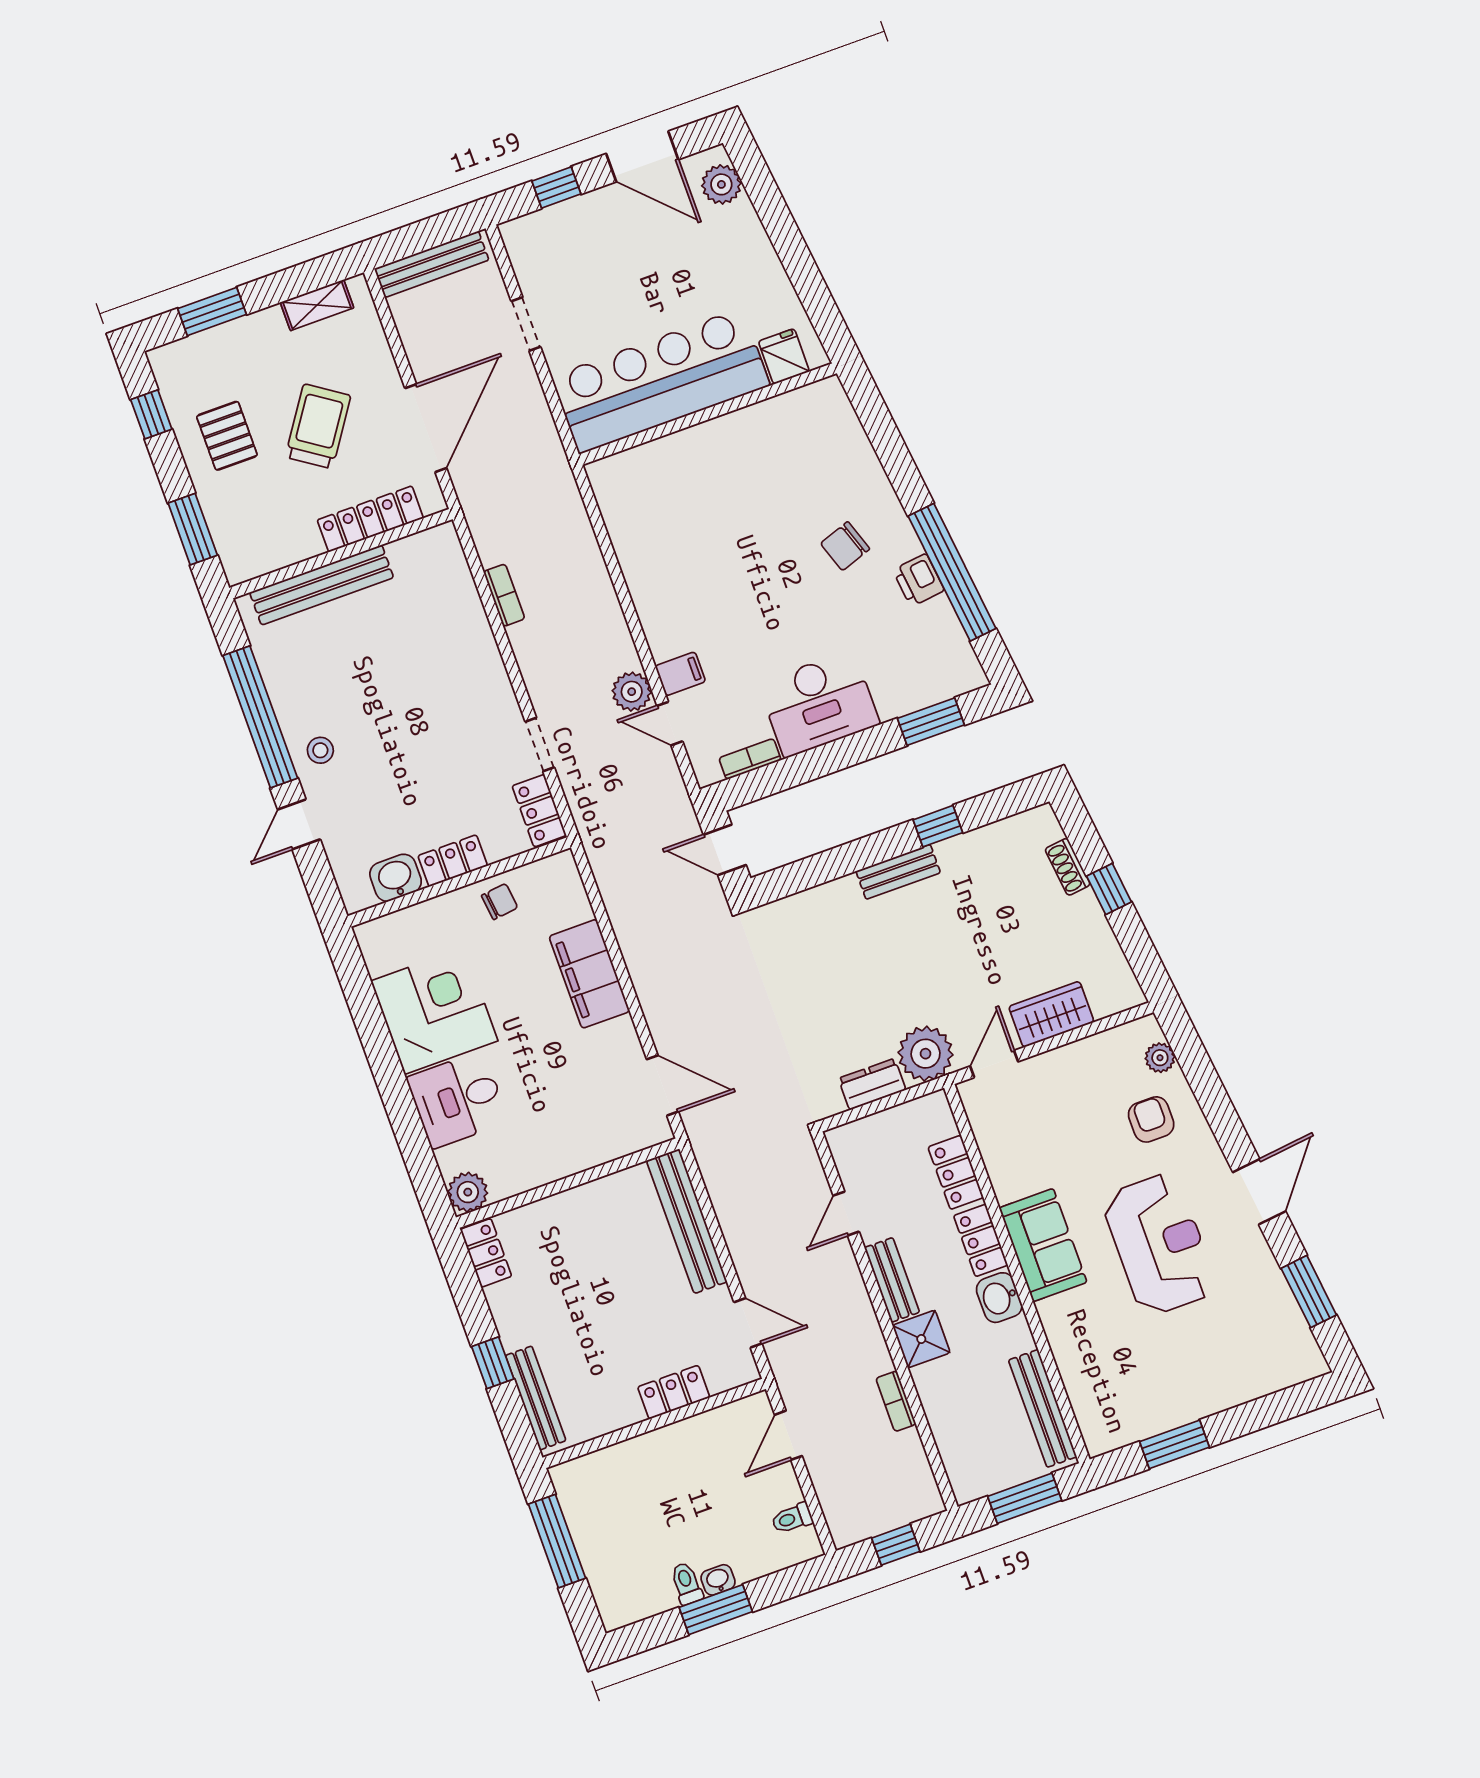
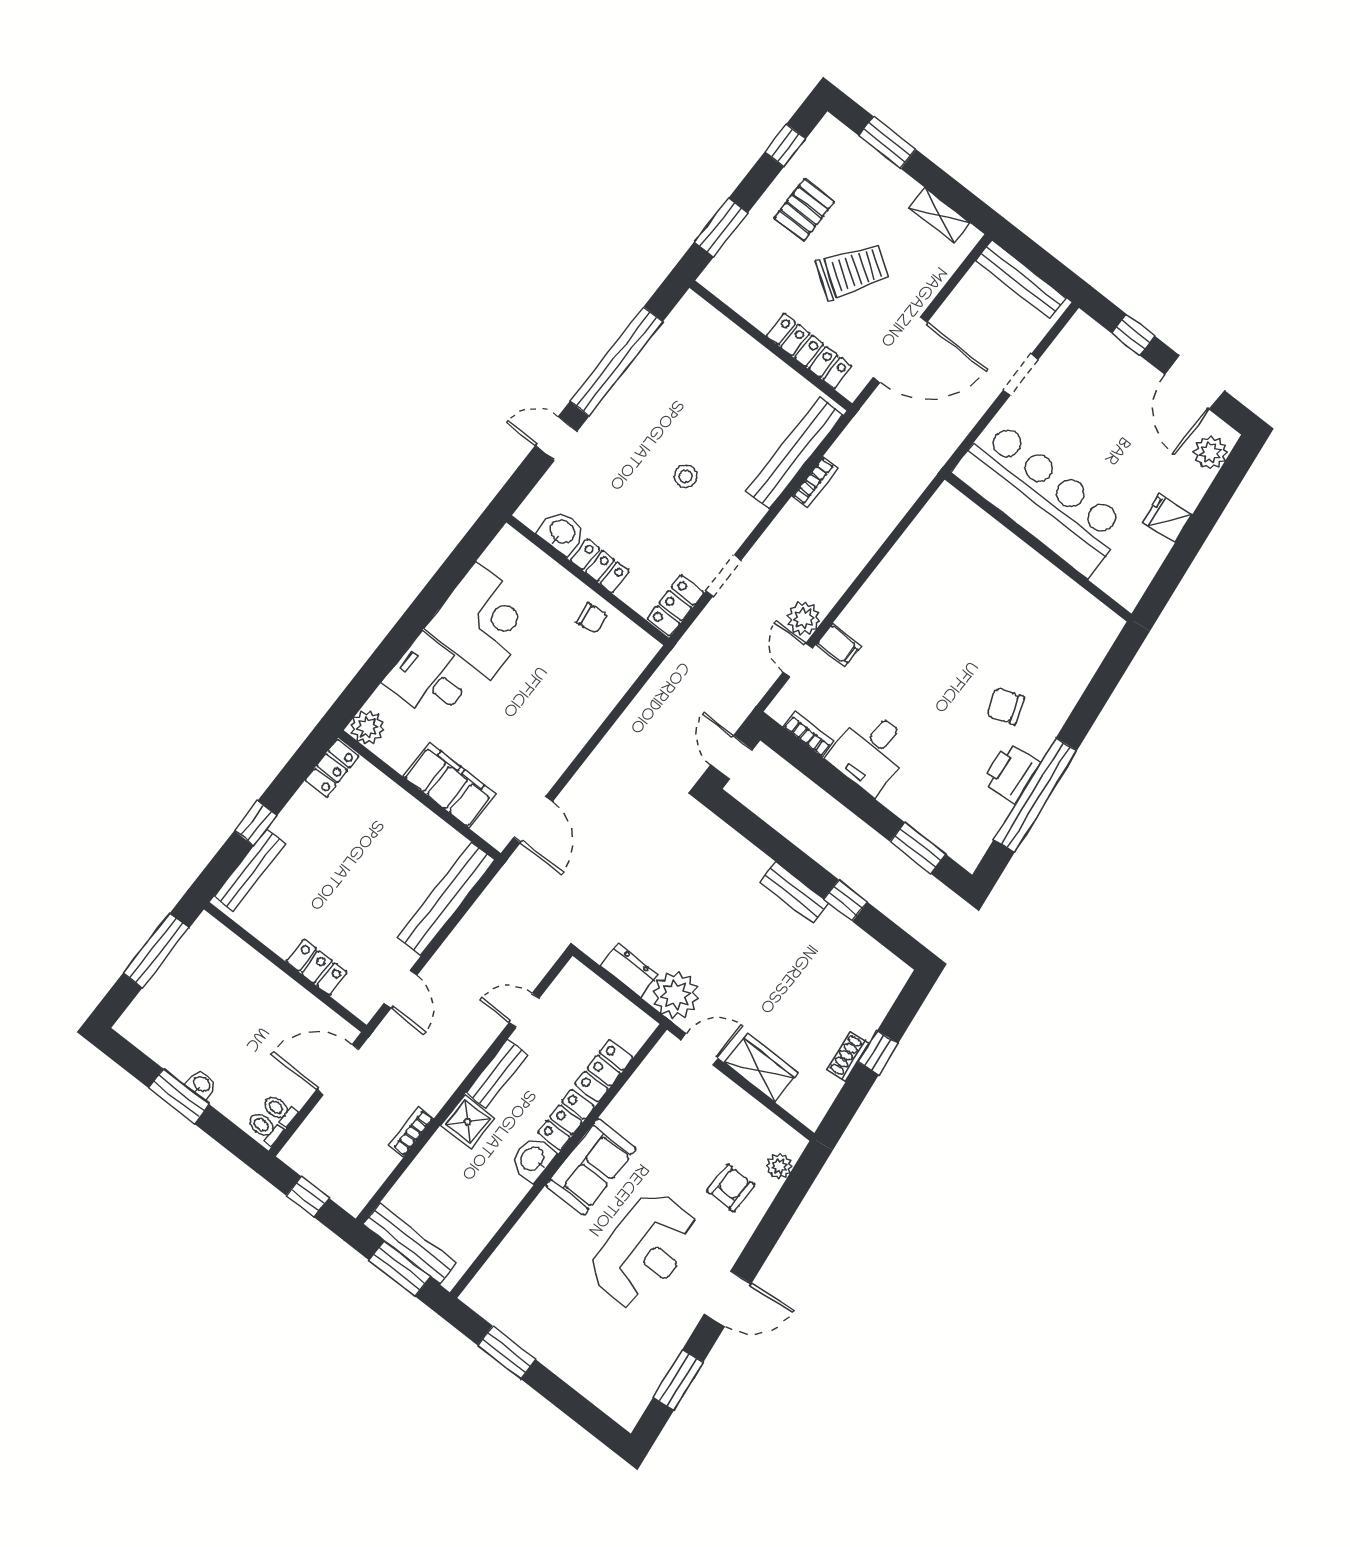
fridge: (784, 356) -> (1167, 518), moved, turned -97
printer: (919, 580) -> (1011, 773), width x1.36, depth x1.24
bench: (322, 585) -> (795, 453), moved, turned 90
desk: (819, 704) -> (870, 752), width x0.73
stool: (320, 750) -> (686, 476), moved
shoe rack: (1068, 867) -> (848, 1057), moved
filing cabinet: (589, 974) -> (449, 785), moved, turned 90
bench: (1043, 1408) -> (410, 1244), moved, turned 90
door: (788, 1435) -> (338, 1070), width x1.38
toilet: (687, 1584) -> (265, 1128), moved, turned -90

